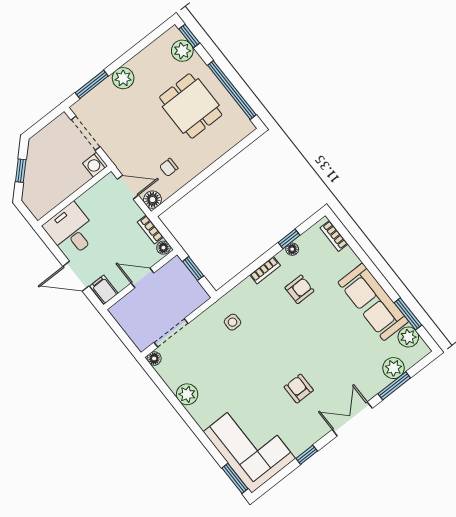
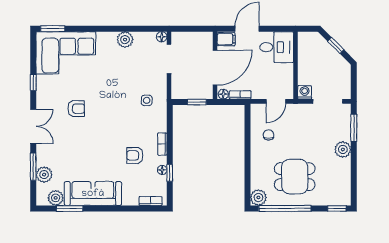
plant: (182, 51) -> (258, 197), moved
floor lamp: (153, 200) -> (257, 110), removed
door: (143, 278) -> (215, 68), width x1.87
armchair: (299, 289) -> (135, 155), turned 90

